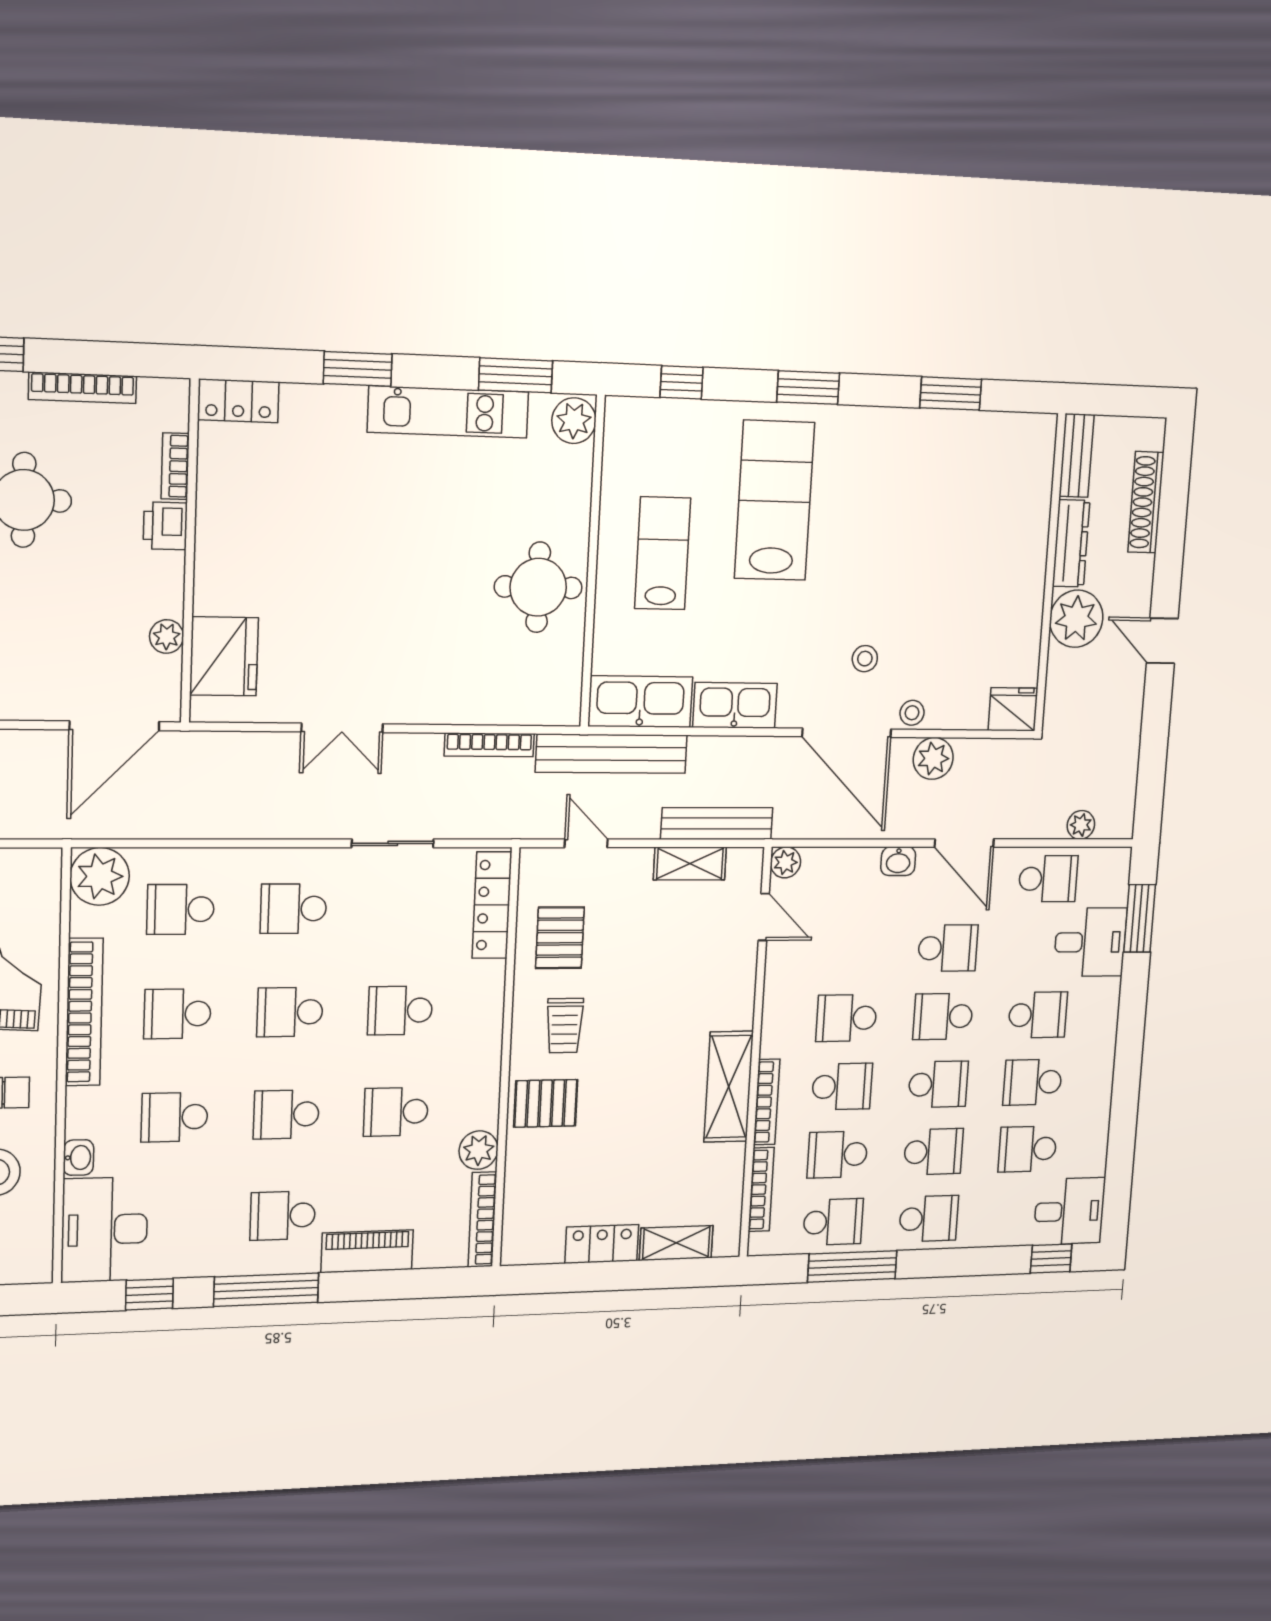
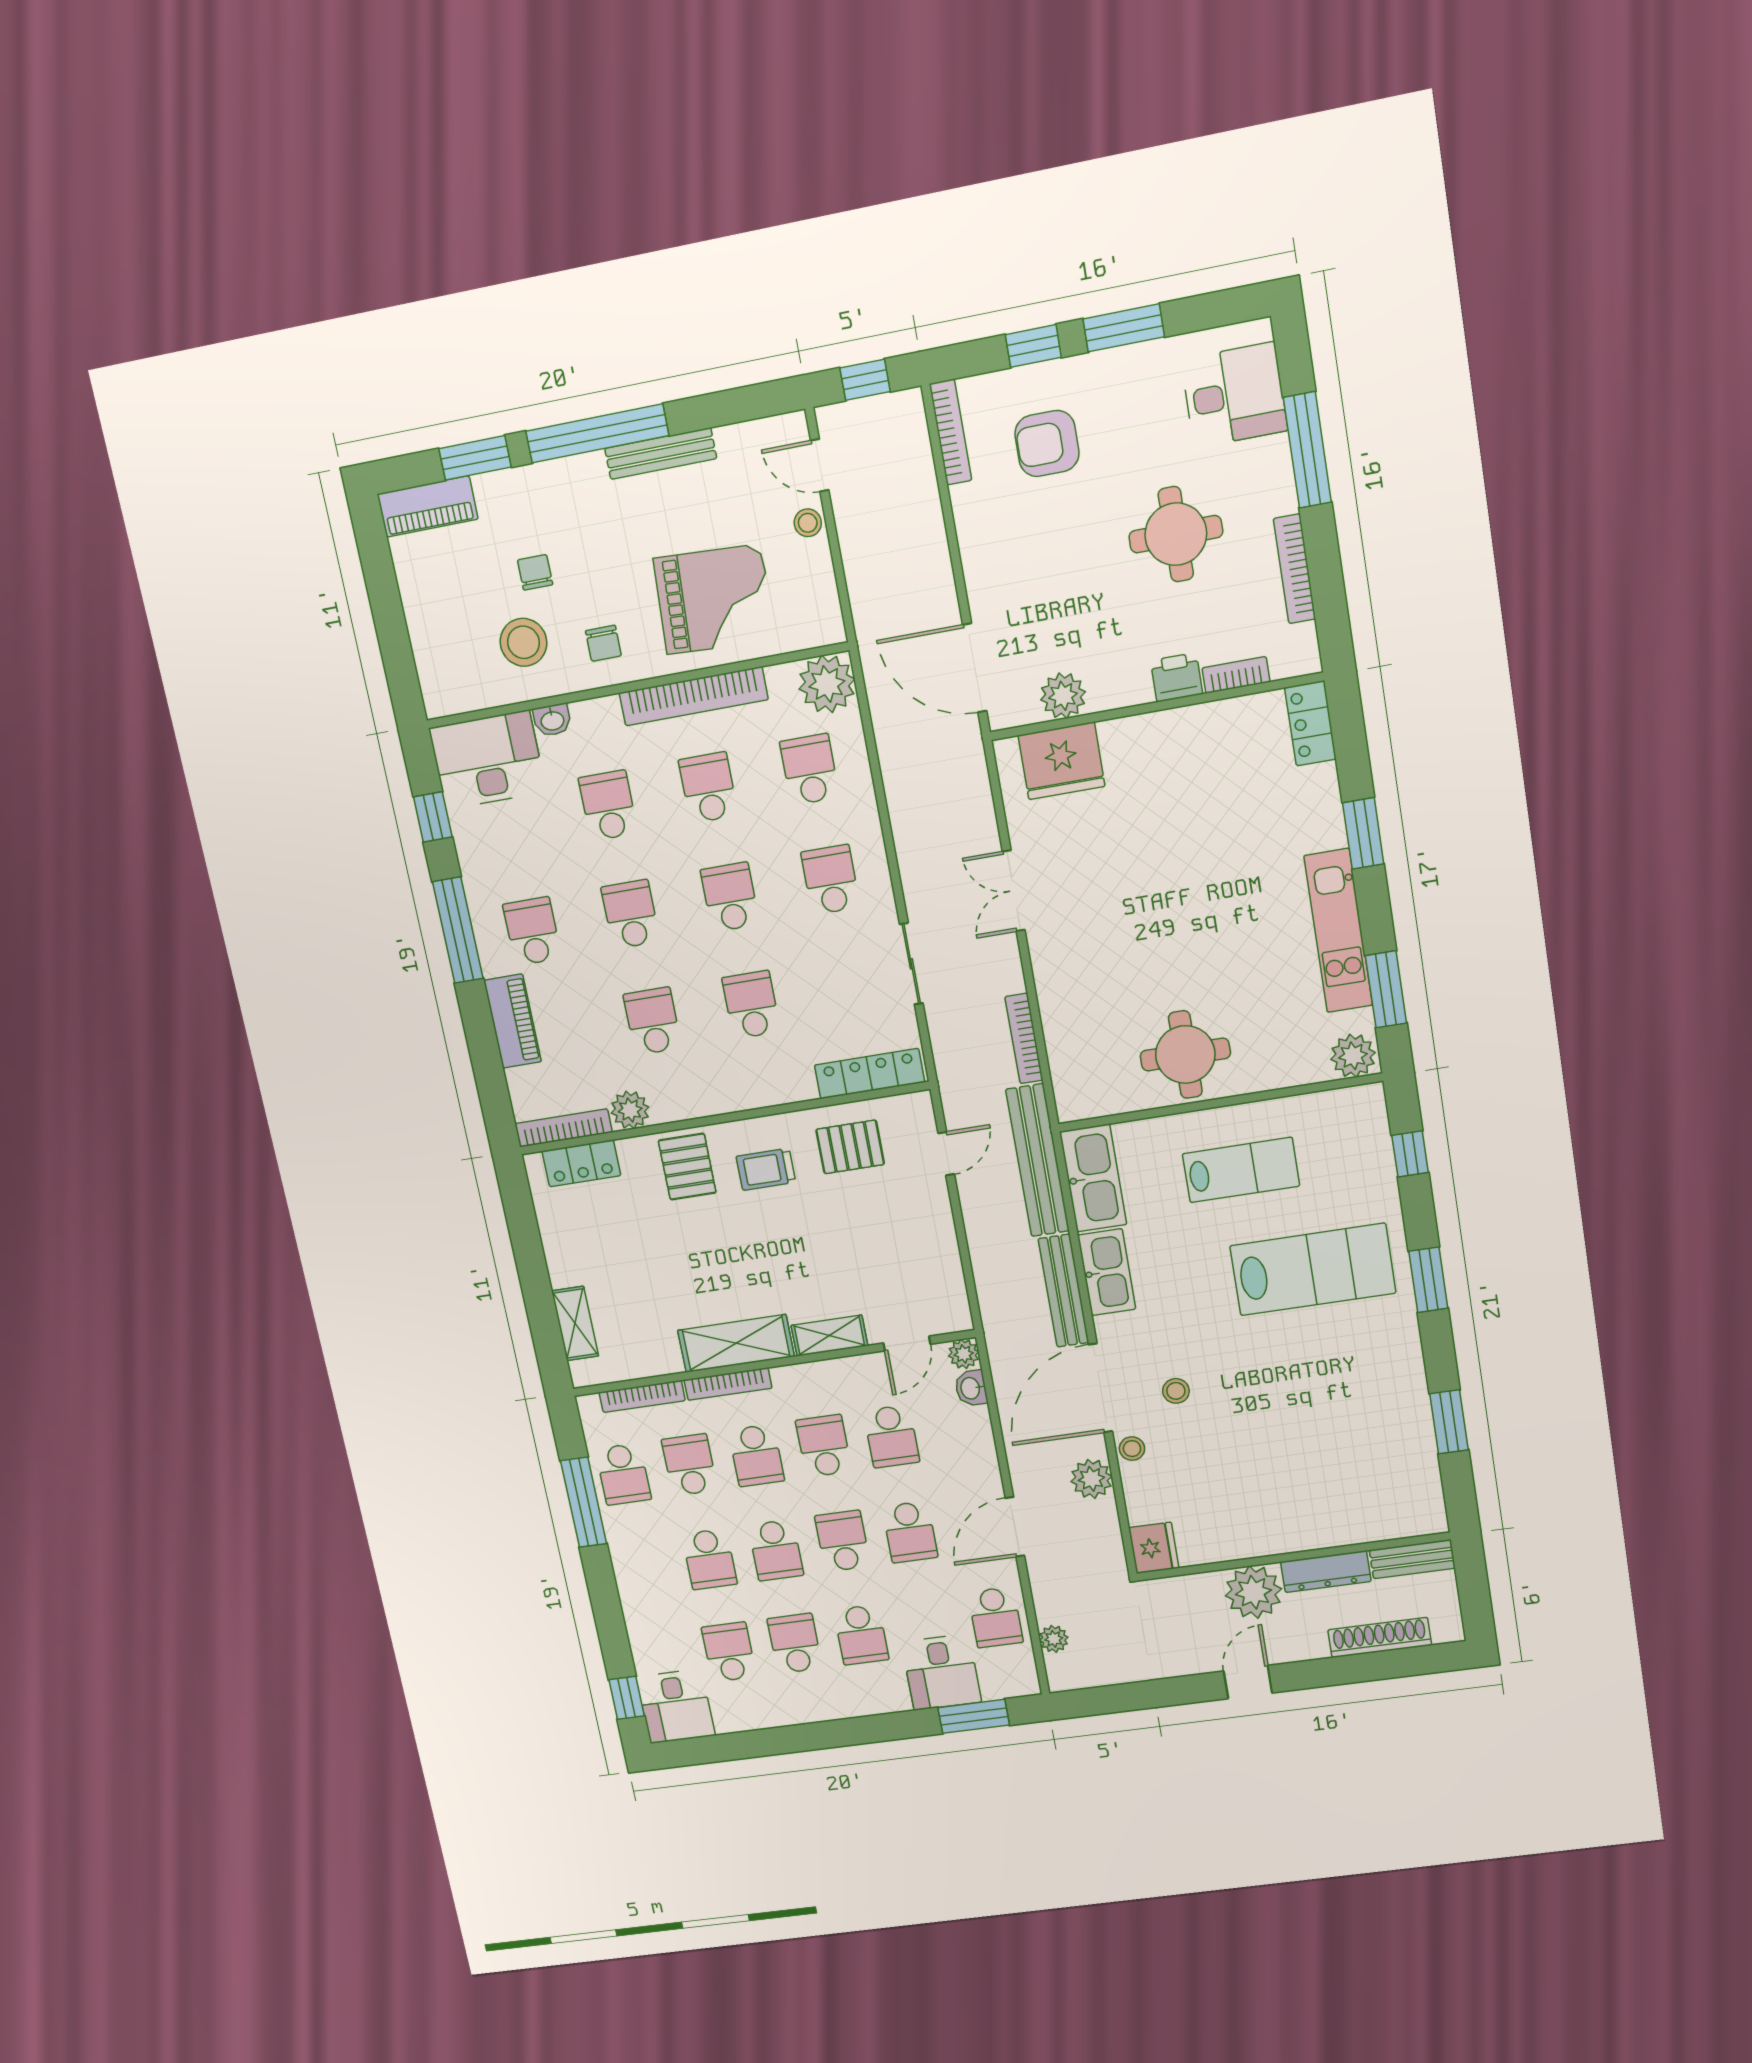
plant: (167, 636) -> (1063, 696), width x1.38, depth x1.38
bench: (717, 824) -> (1063, 1291), moved
washbasin: (898, 861) -> (971, 1388), moved
shelving: (690, 863) -> (829, 1336), moved, turned 90
school desk: (929, 1219) -> (891, 1436), moved
locker: (602, 1244) -> (581, 1163), moved, turned 90

